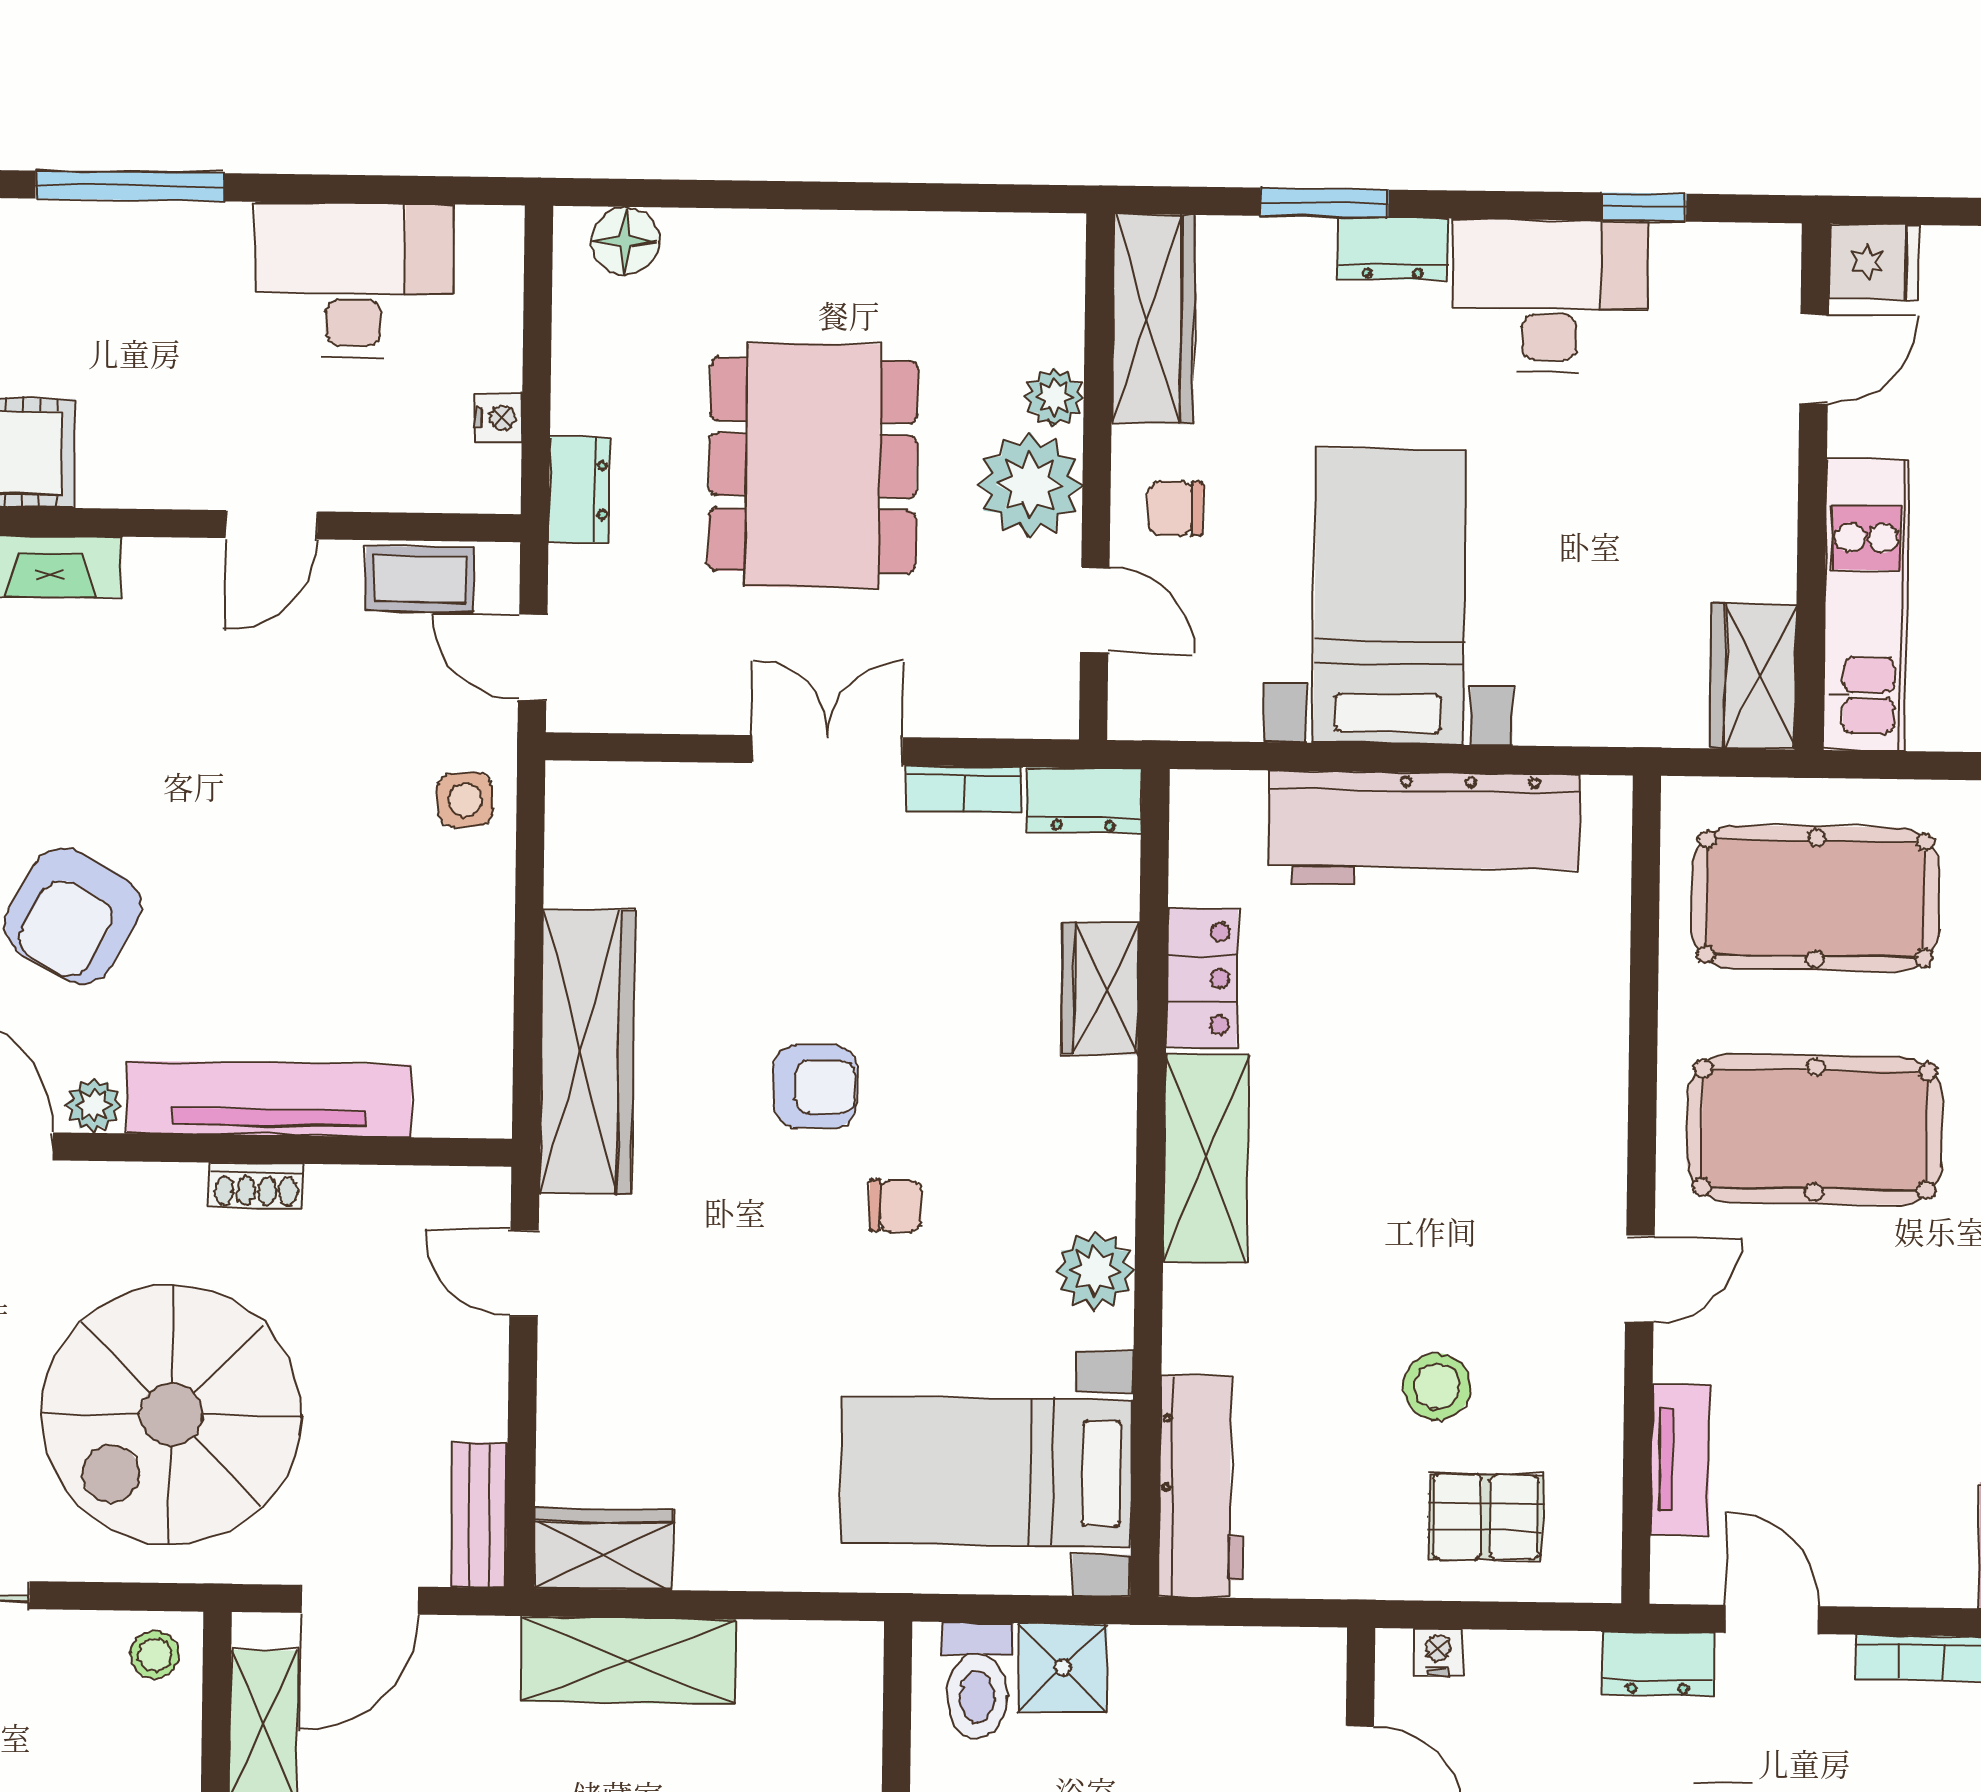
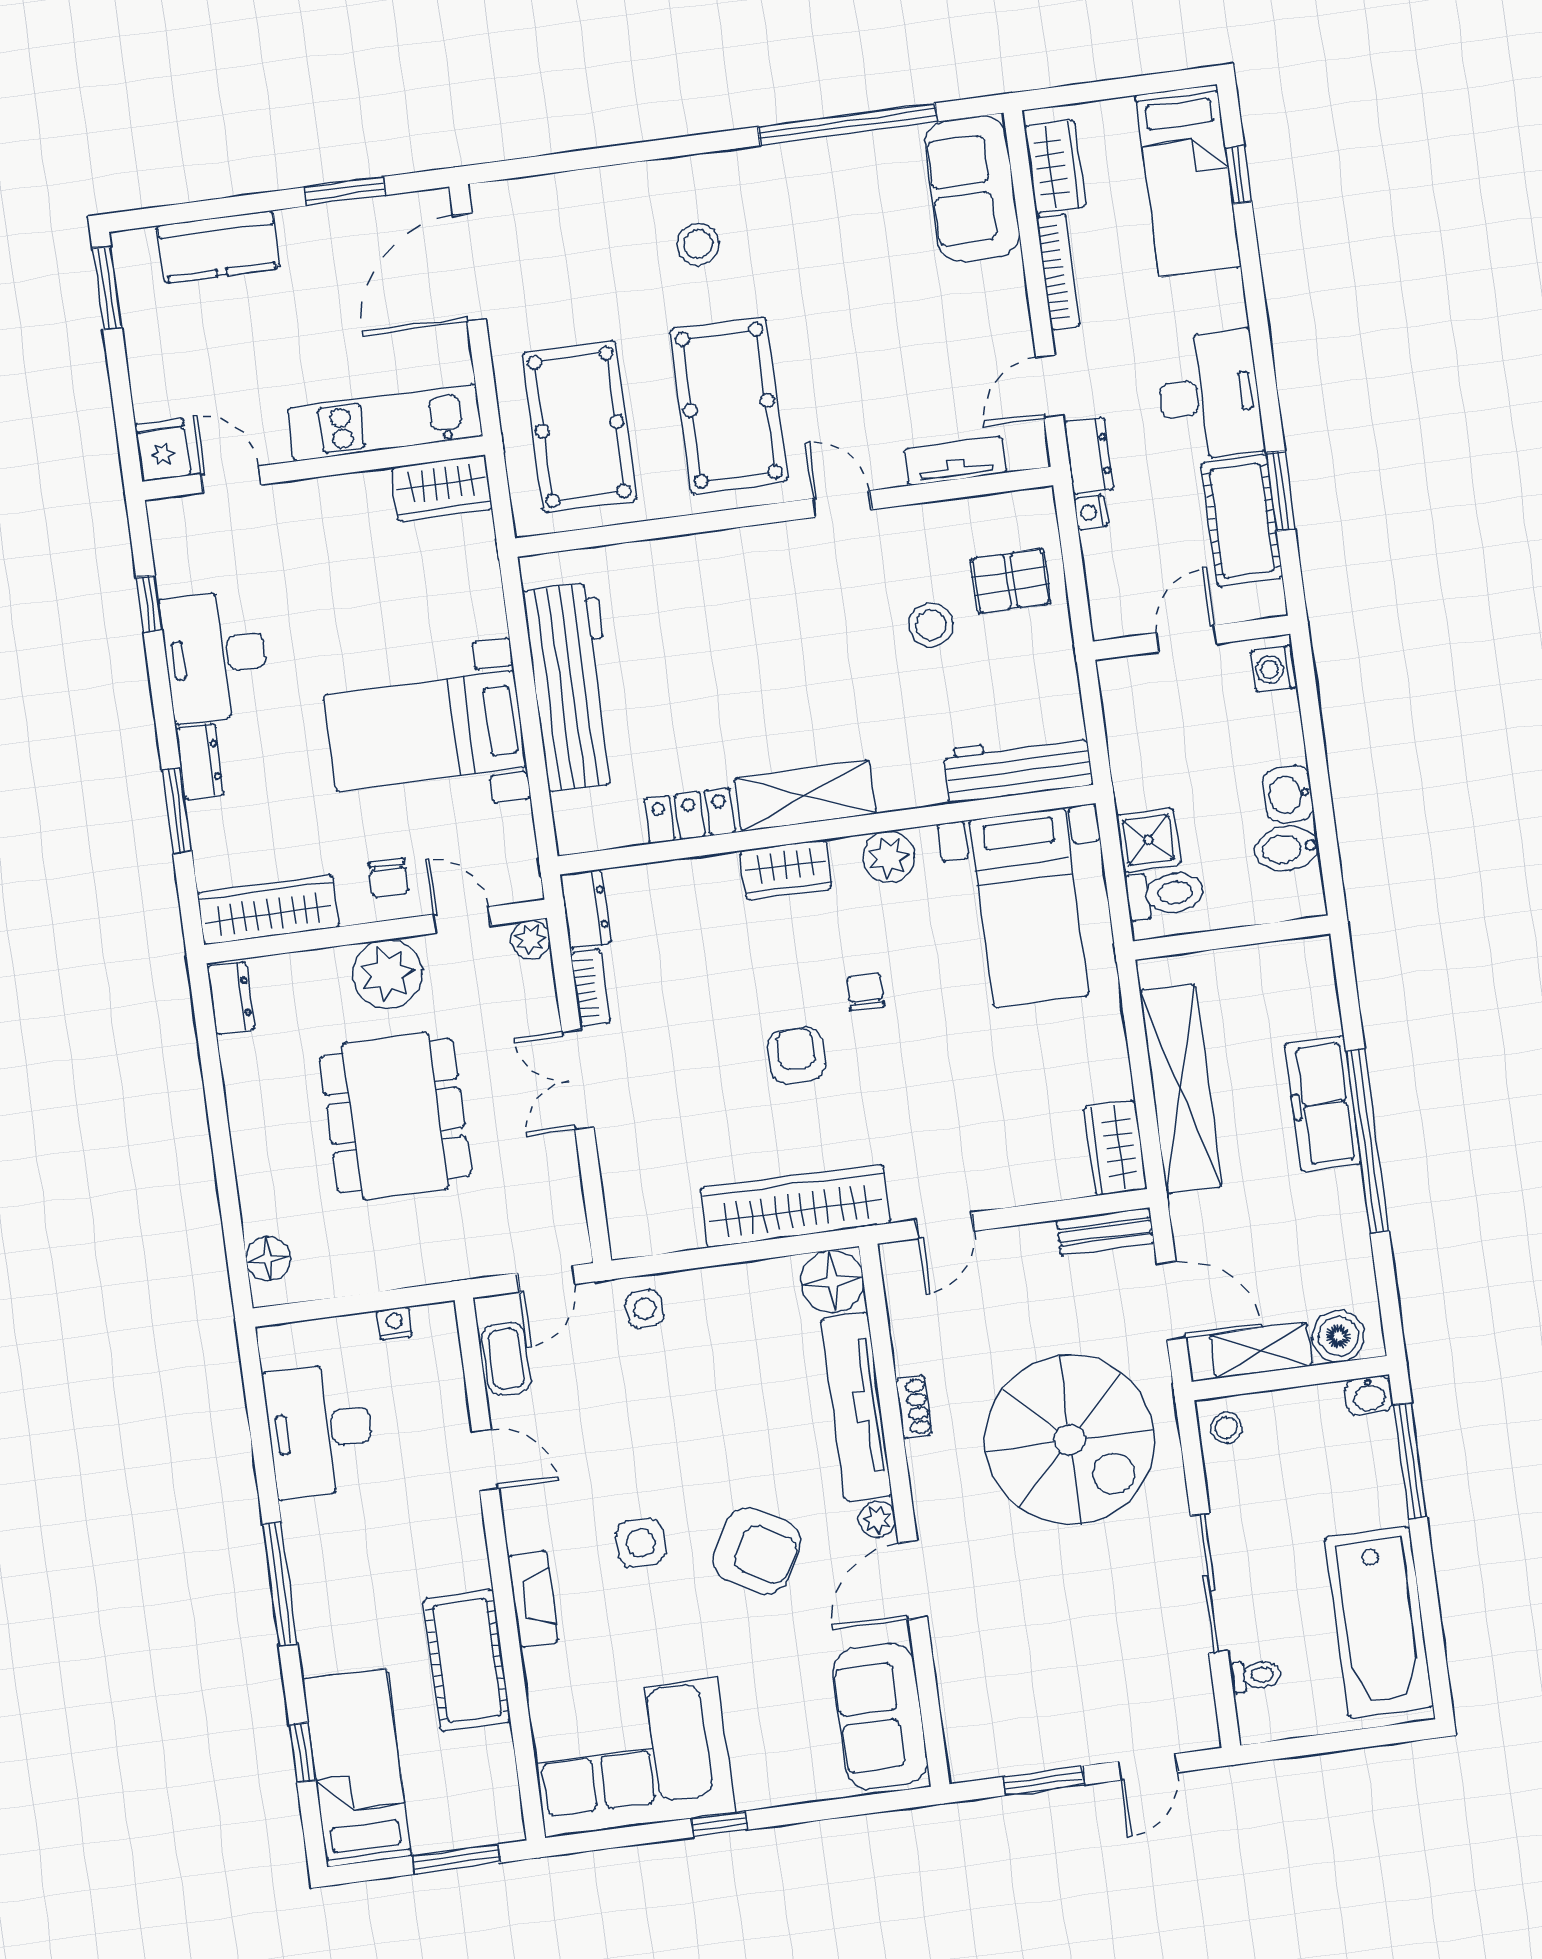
plant: (1054, 397) -> (530, 940), moved
dining table: (813, 465) -> (395, 1116), turned 90
dresser: (579, 490) -> (231, 998), moved, turned 90
door: (1095, 610) -> (462, 920), hinge flipped
side table: (111, 742) -> (641, 1543), added
wardrobe: (1100, 989) -> (786, 870), moved
floor lamp: (465, 1090) -> (832, 1281), added
pallet: (1485, 1517) -> (1011, 581), turned 90
nightstand: (1438, 1652) -> (1091, 512), moved
shelving: (628, 1660) -> (1181, 1089), width x1.47

